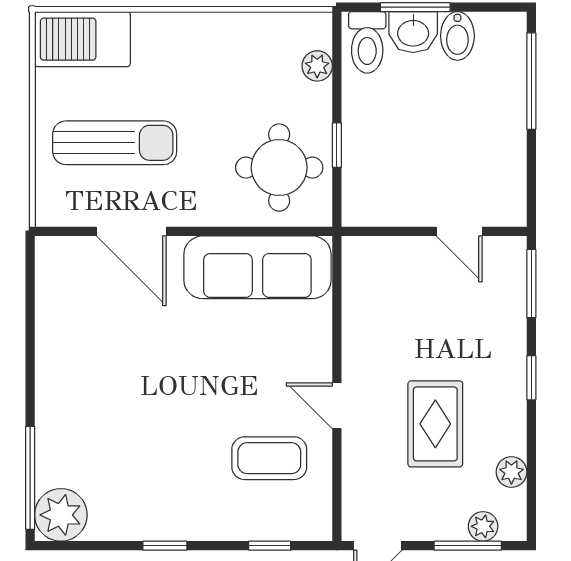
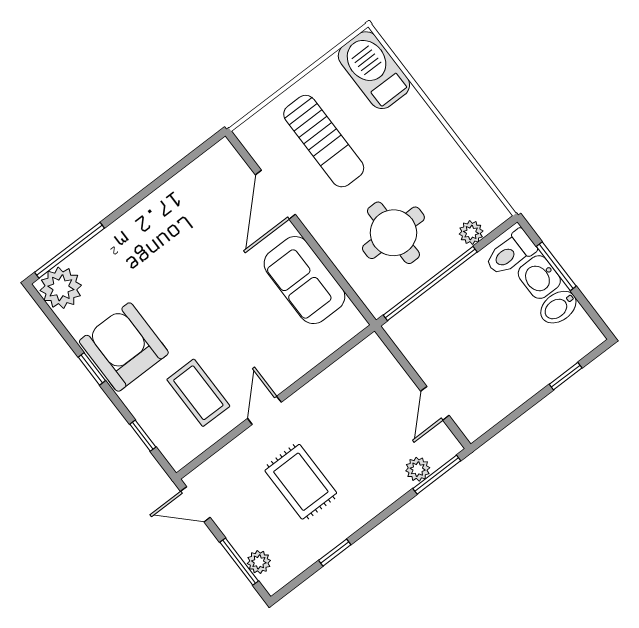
window: (531, 81) -> (566, 376), width x0.46
window: (337, 145) -> (430, 284), width x3.17
round table: (279, 168) -> (393, 233), moved
sofa: (257, 267) -> (304, 280), width x0.73
window: (531, 378) -> (335, 553), moved
rug: (435, 424) -> (301, 482), turned 90
plant: (511, 472) -> (418, 469), moved
armchair: (167, 497) -> (124, 347), added

